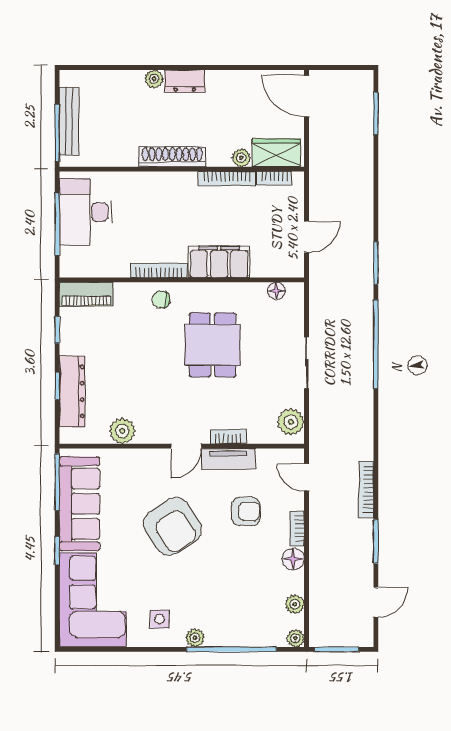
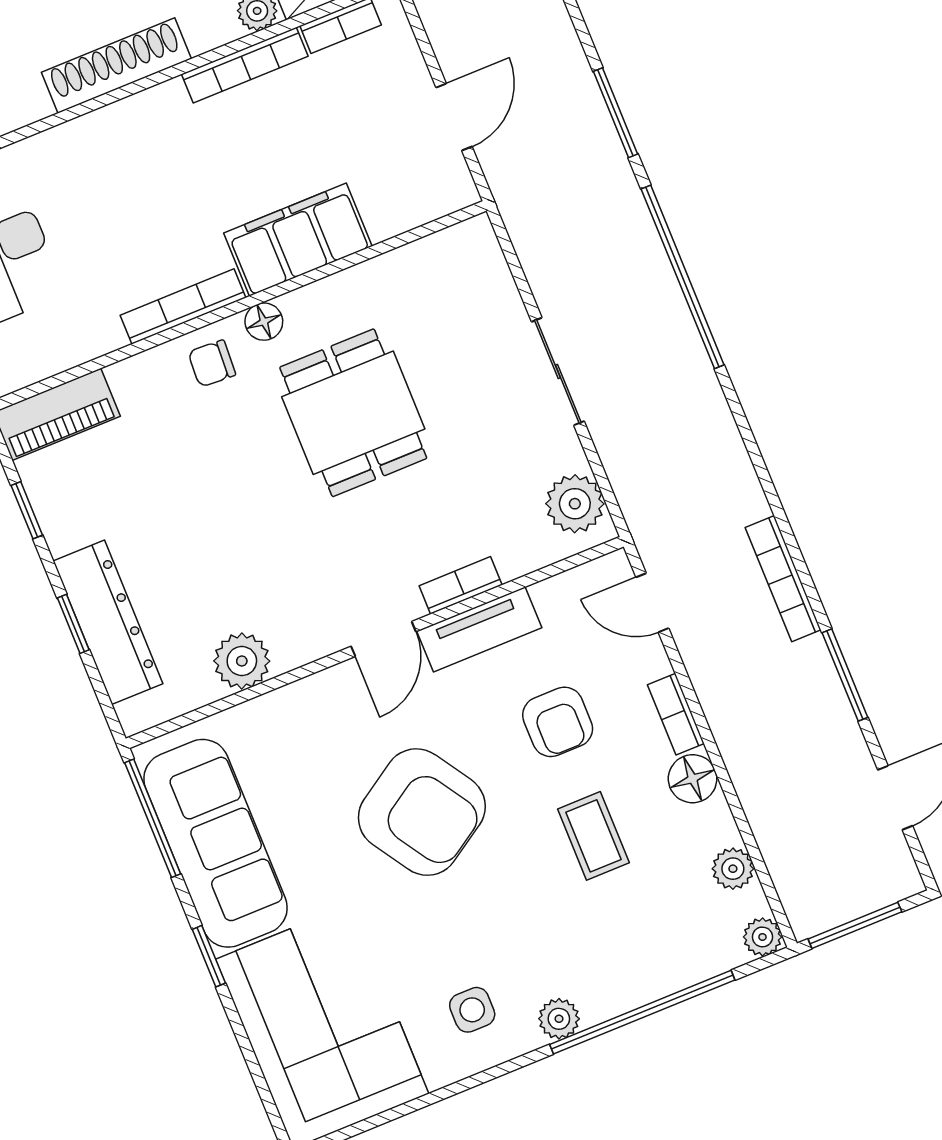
floor lamp: (276, 291) -> (264, 322), moved
armchair: (246, 512) -> (558, 722), turned 90
coffee table: (241, 566) -> (593, 836), added

